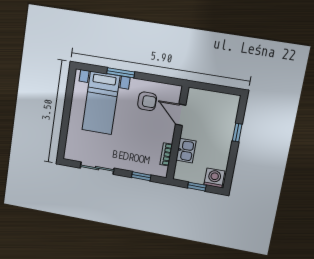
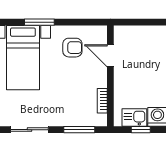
kitchen sink: (186, 151) -> (134, 117), moved, turned -90
window: (141, 176) -> (79, 130), width x1.50

